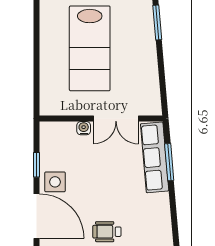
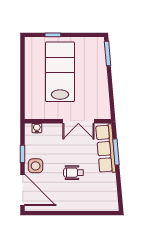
lab bench: (90, 48) -> (60, 72), turned 180
water cooler: (84, 128) -> (37, 128), moved
wheelchair: (107, 232) -> (74, 173), moved

